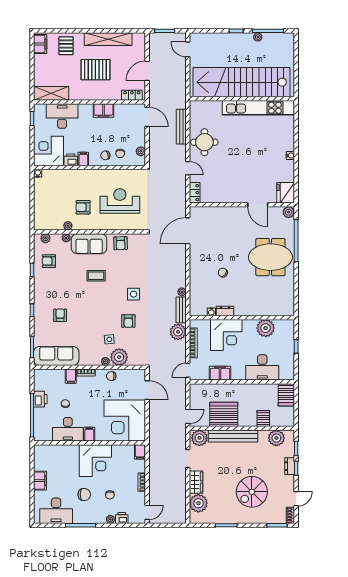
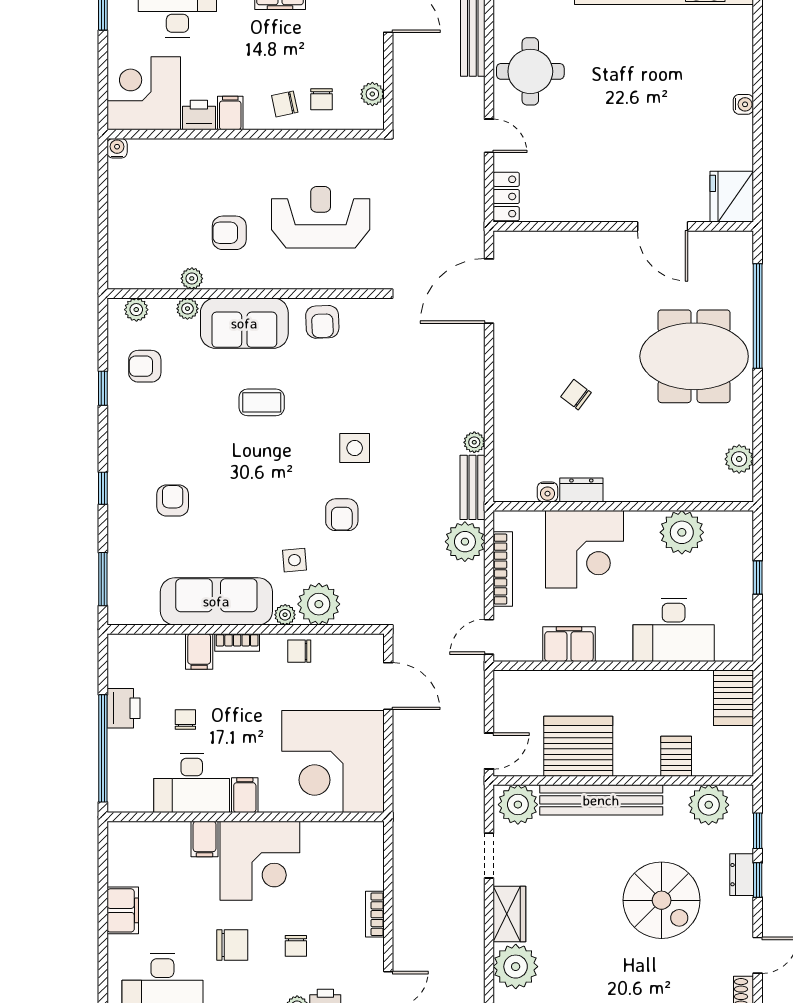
plant: (289, 212) -> (739, 459), moved
sofa: (56, 356) -> (216, 601), moved
filing cabinet: (140, 452) -> (205, 839), moved
spiral stairs: (252, 492) -> (662, 900), moved, turned -90

